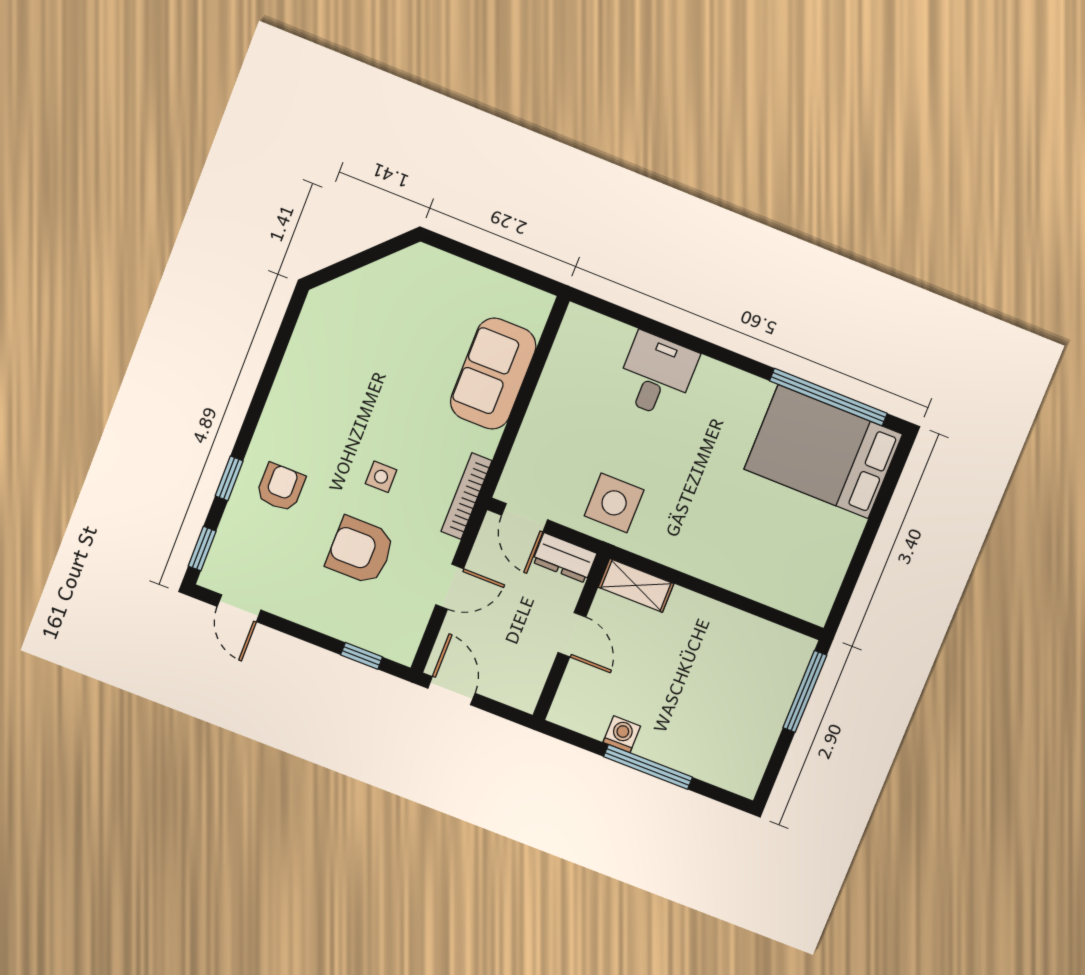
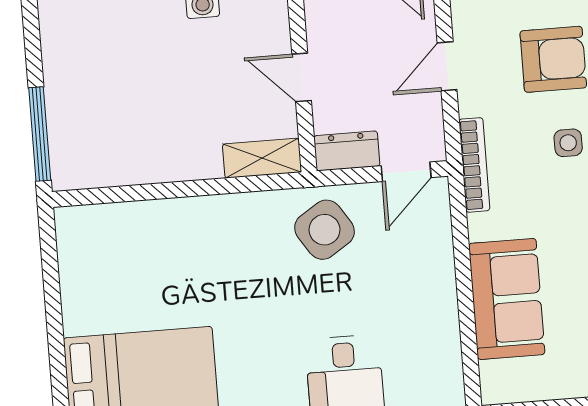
side table: (614, 503) -> (324, 230), turned -33
door: (525, 518) -> (406, 172), swing flipped

